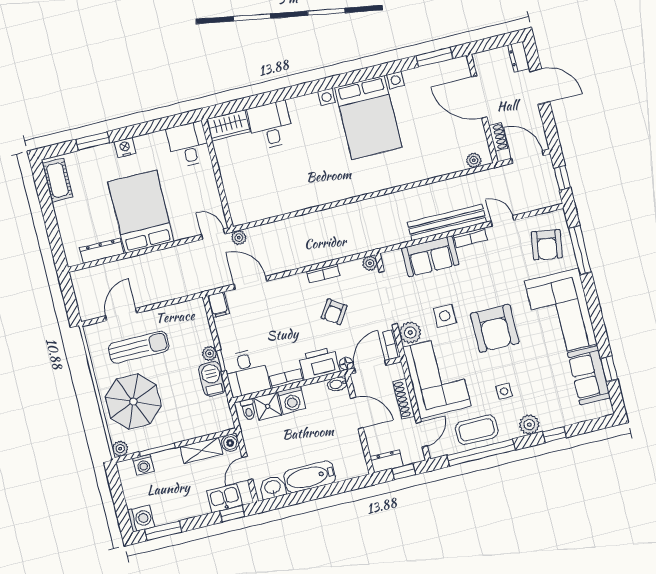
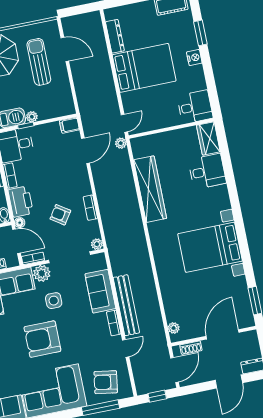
wardrobe: (296, 198) -> (150, 189), added
sun lounger: (139, 347) -> (39, 62), turned 180

